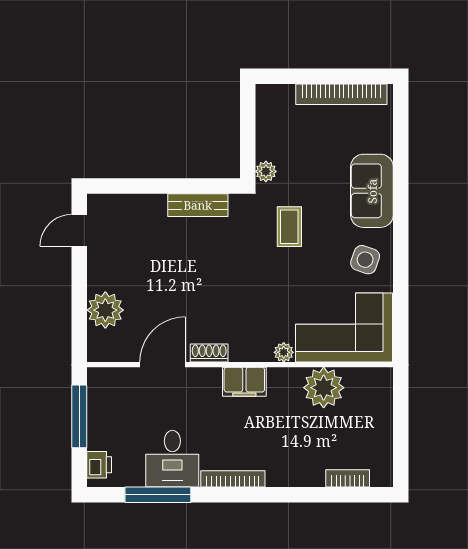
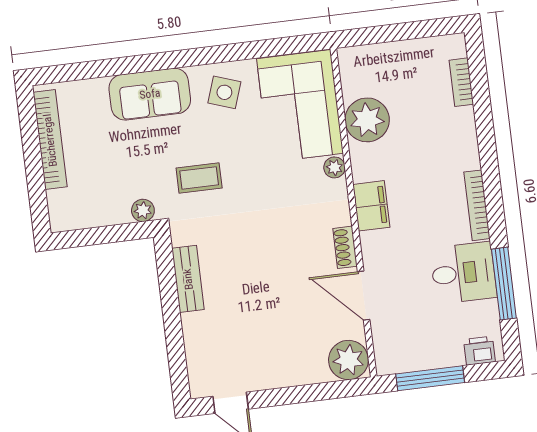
plant: (105, 310) -> (348, 360), moved

